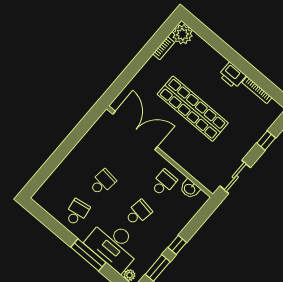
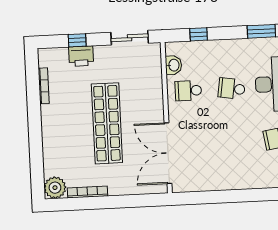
bookcase: (164, 48) -> (87, 192), width x1.56
printer: (232, 75) -> (81, 56), moved, turned 90
school desk: (103, 182) -> (234, 140), removed
window: (177, 245) -> (199, 34), moved

